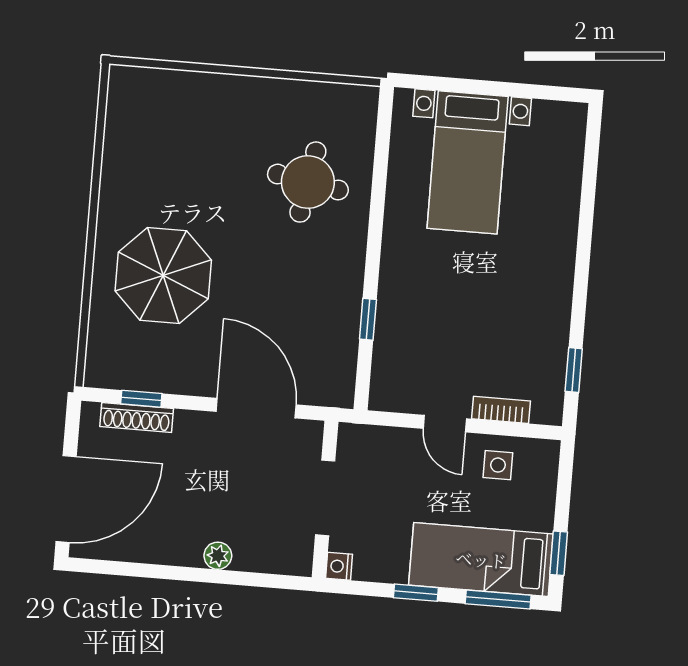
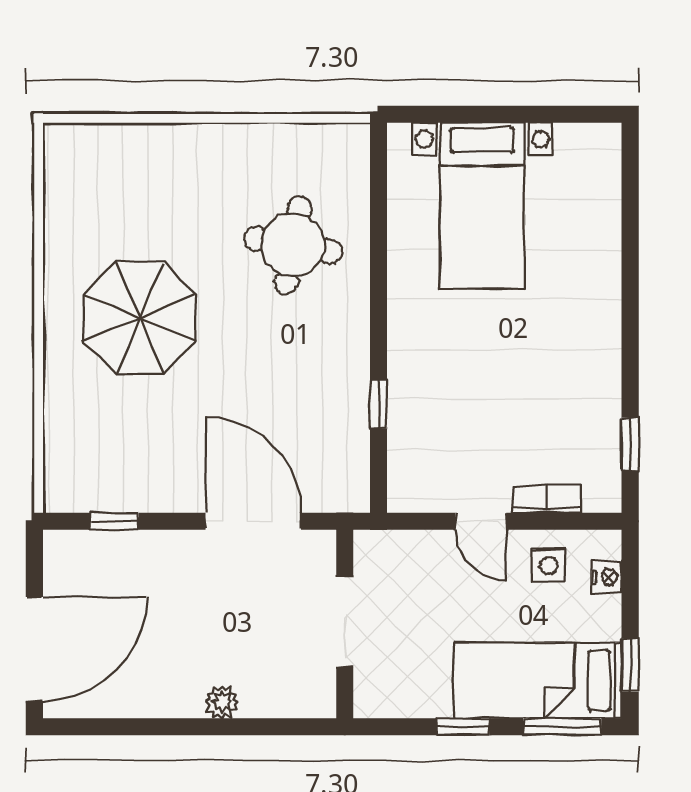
parasol: (163, 276) -> (140, 318), moved
shoe rack: (137, 418) -> (111, 544), removed
nightstand: (339, 566) -> (607, 577), moved, turned 180

